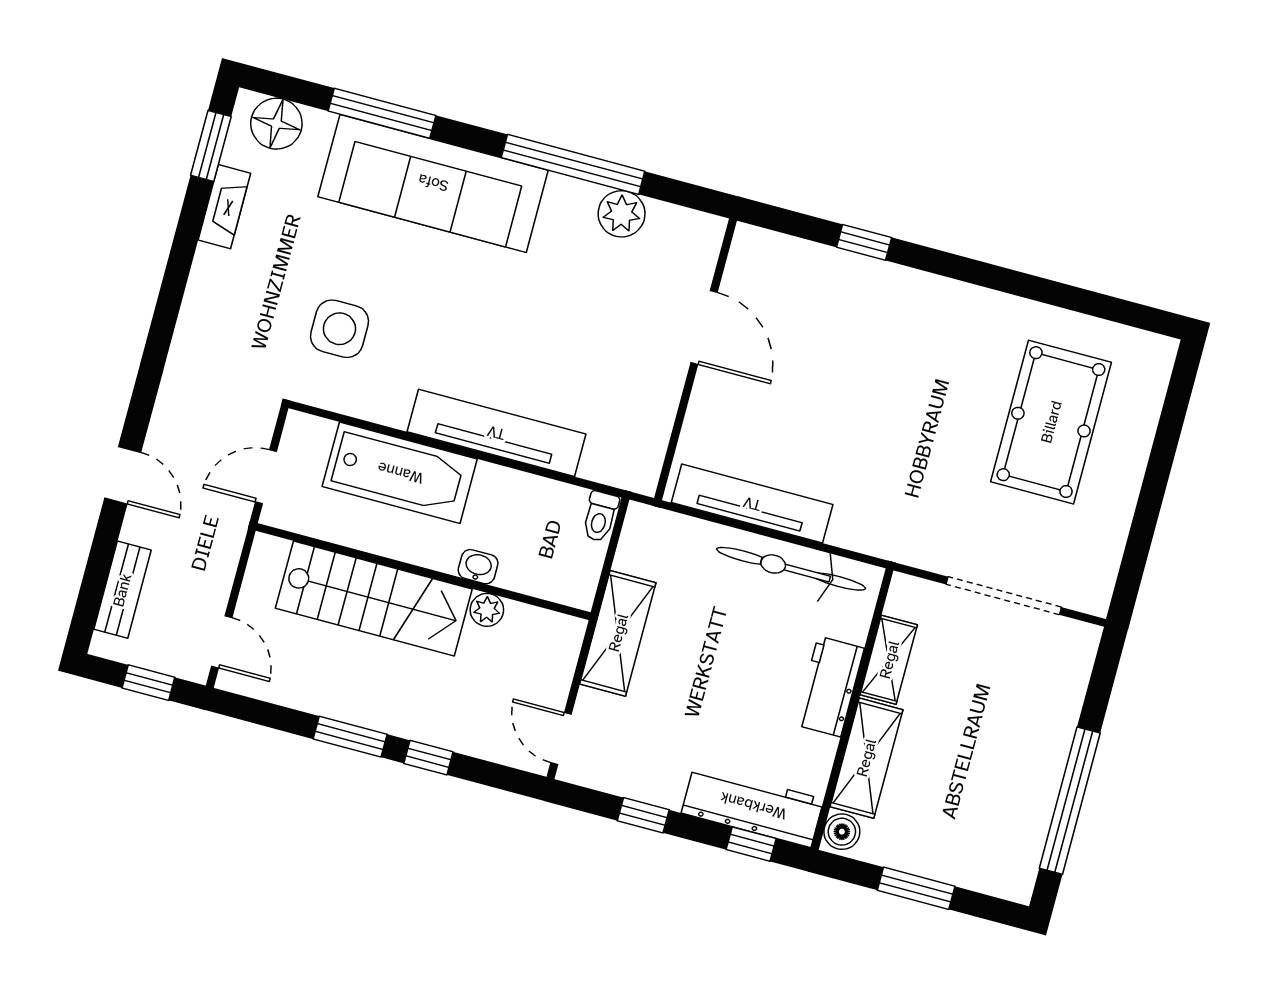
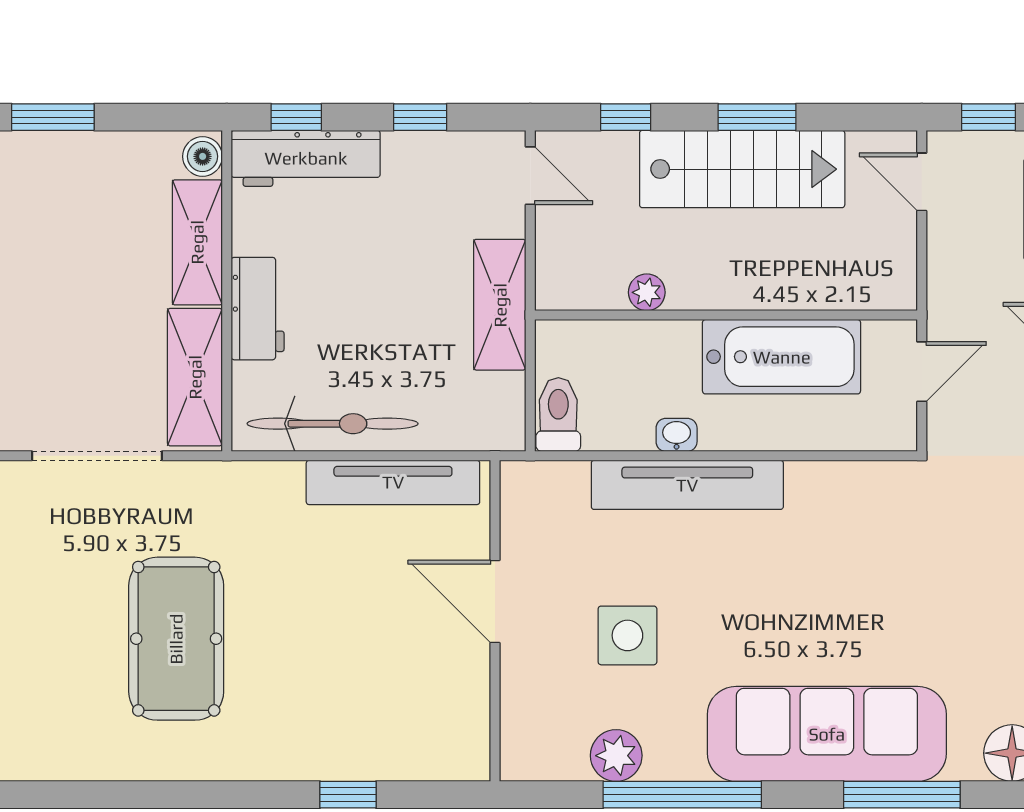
door: (704, 327) -> (495, 602), moved
side table: (339, 329) -> (627, 635), moved
pool table: (1051, 422) -> (176, 639), moved
bathtub: (400, 473) -> (782, 357), moved, turned 180
toilet: (600, 517) -> (558, 415), width x1.37, depth x1.39
washbasin: (478, 567) -> (677, 435), moved, turned 180
stairs: (374, 599) -> (742, 169), moved, turned 180
shelving: (889, 660) -> (195, 377), width x1.50, depth x1.33
window: (428, 758) -> (626, 117), moved
window: (916, 888) -> (53, 117), moved

